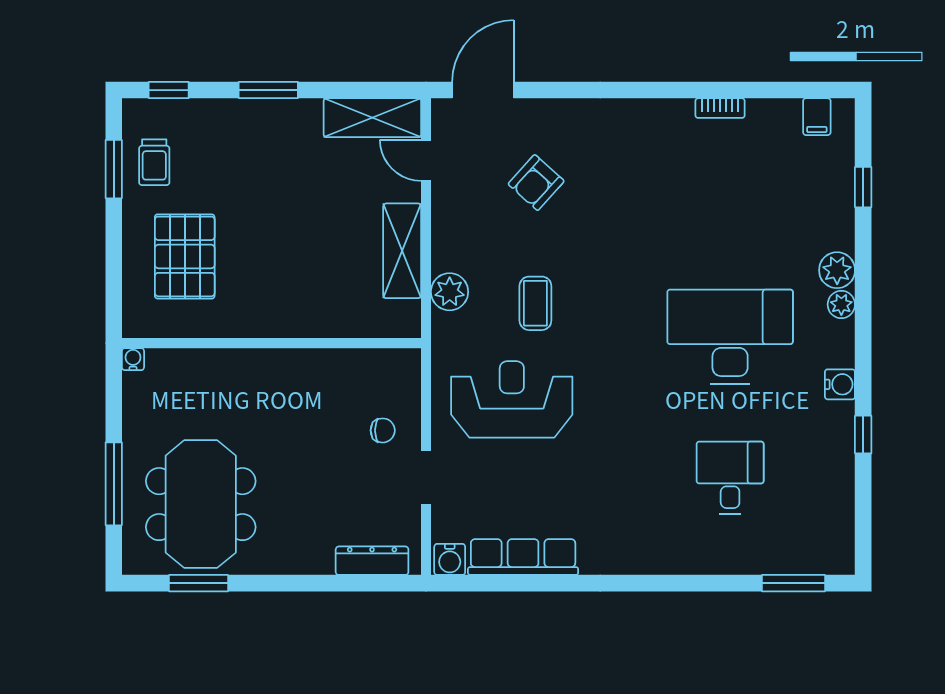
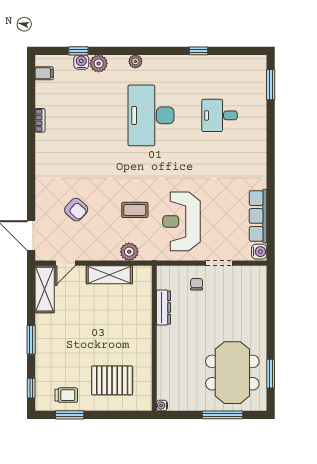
plant: (837, 270) -> (99, 63), moved
water cooler: (840, 384) -> (81, 62), moved
meeting table: (201, 504) -> (232, 373), turned 90
dresser: (372, 561) -> (163, 307), moved, turned 180

